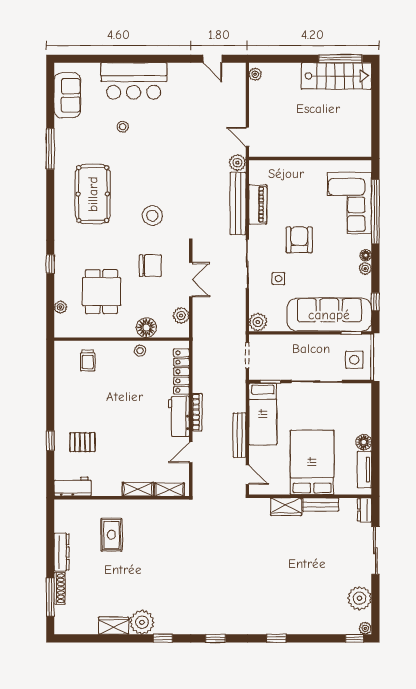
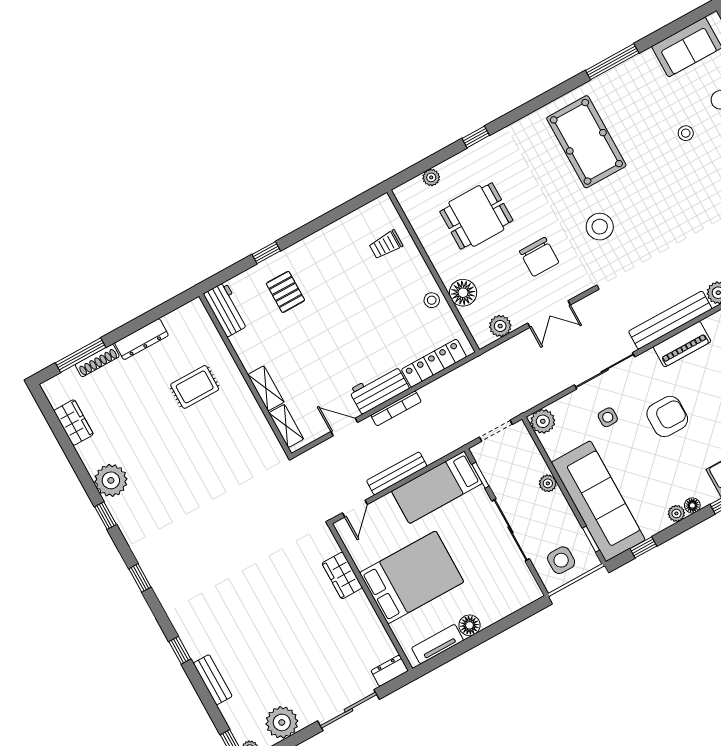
pool table: (93, 194) -> (586, 142), turned 90
plant: (300, 341) -> (548, 483), added
bench: (320, 505) -> (213, 680), moved
wardrobe: (114, 626) -> (74, 423), moved

